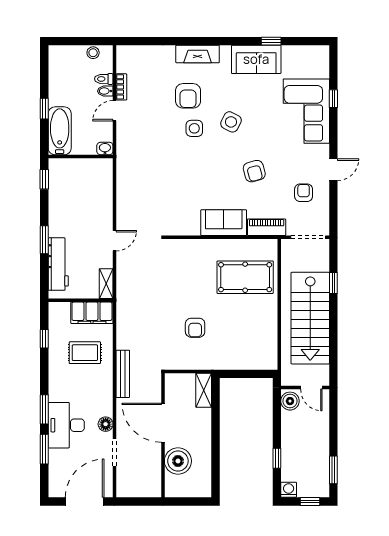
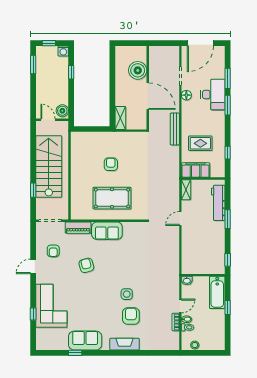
side table: (231, 122) -> (102, 298), removed
pool table: (245, 277) -> (112, 198), moved
armchair: (195, 328) -> (111, 164), moved

